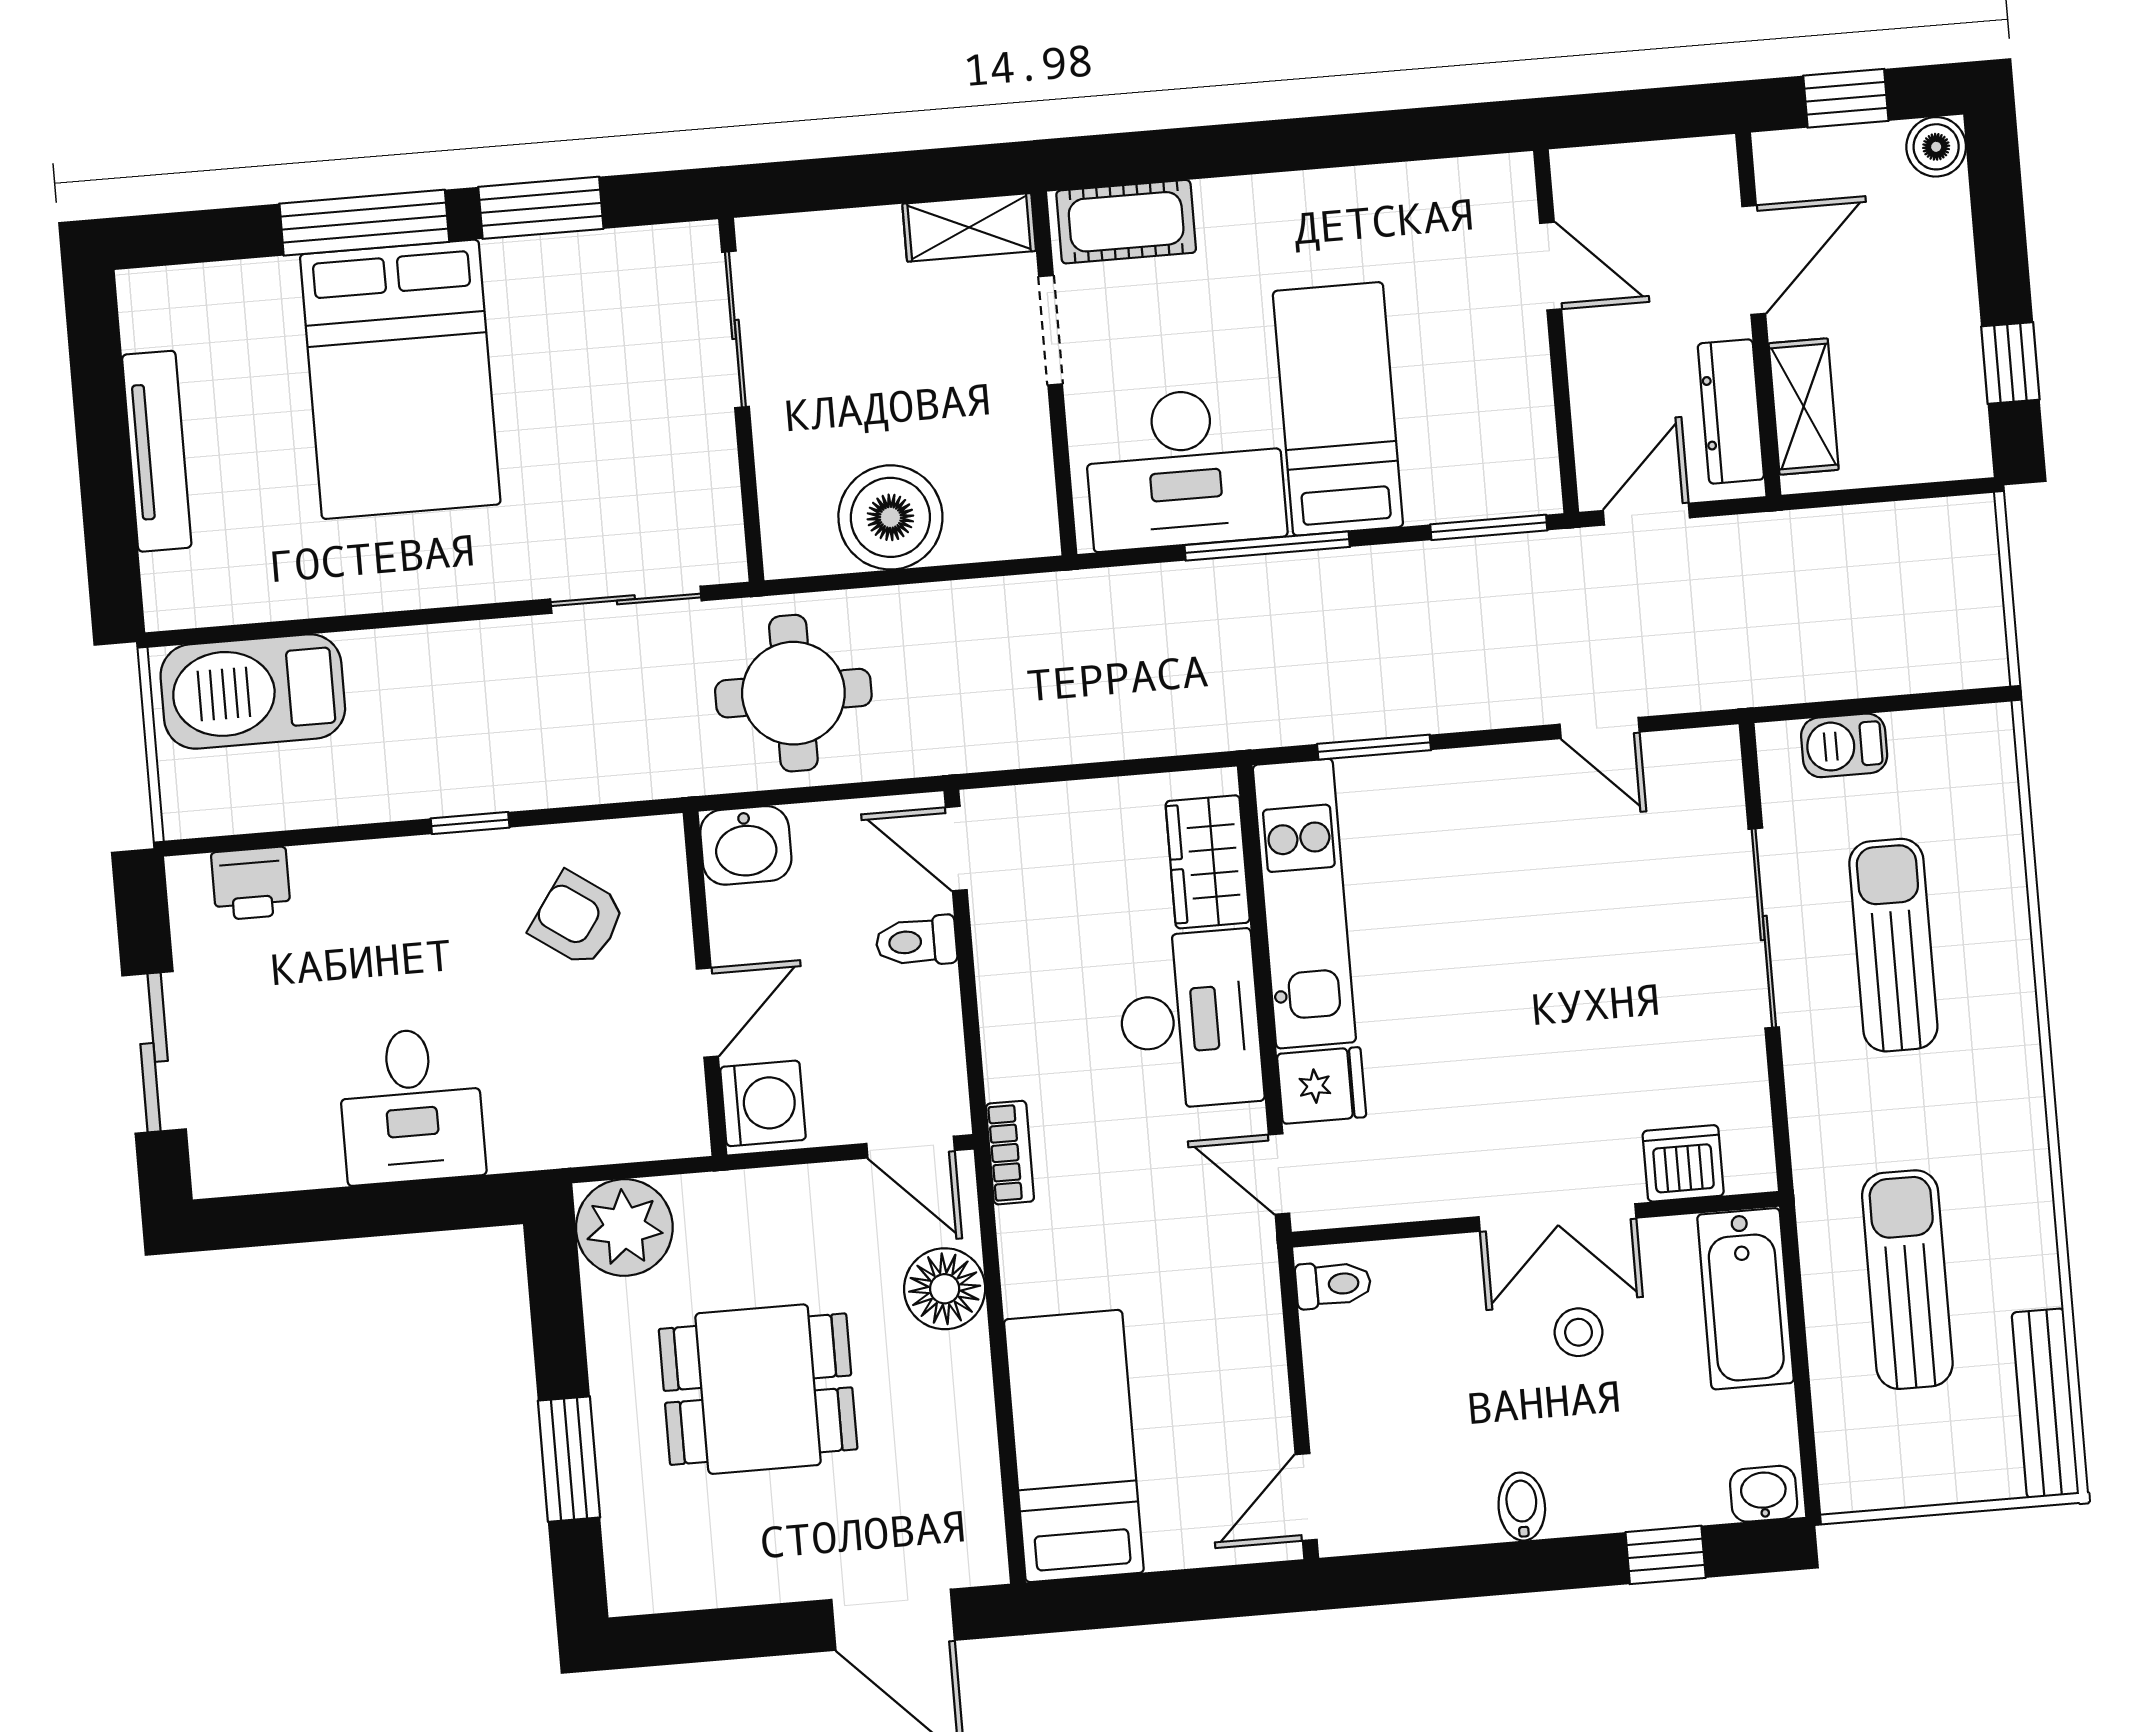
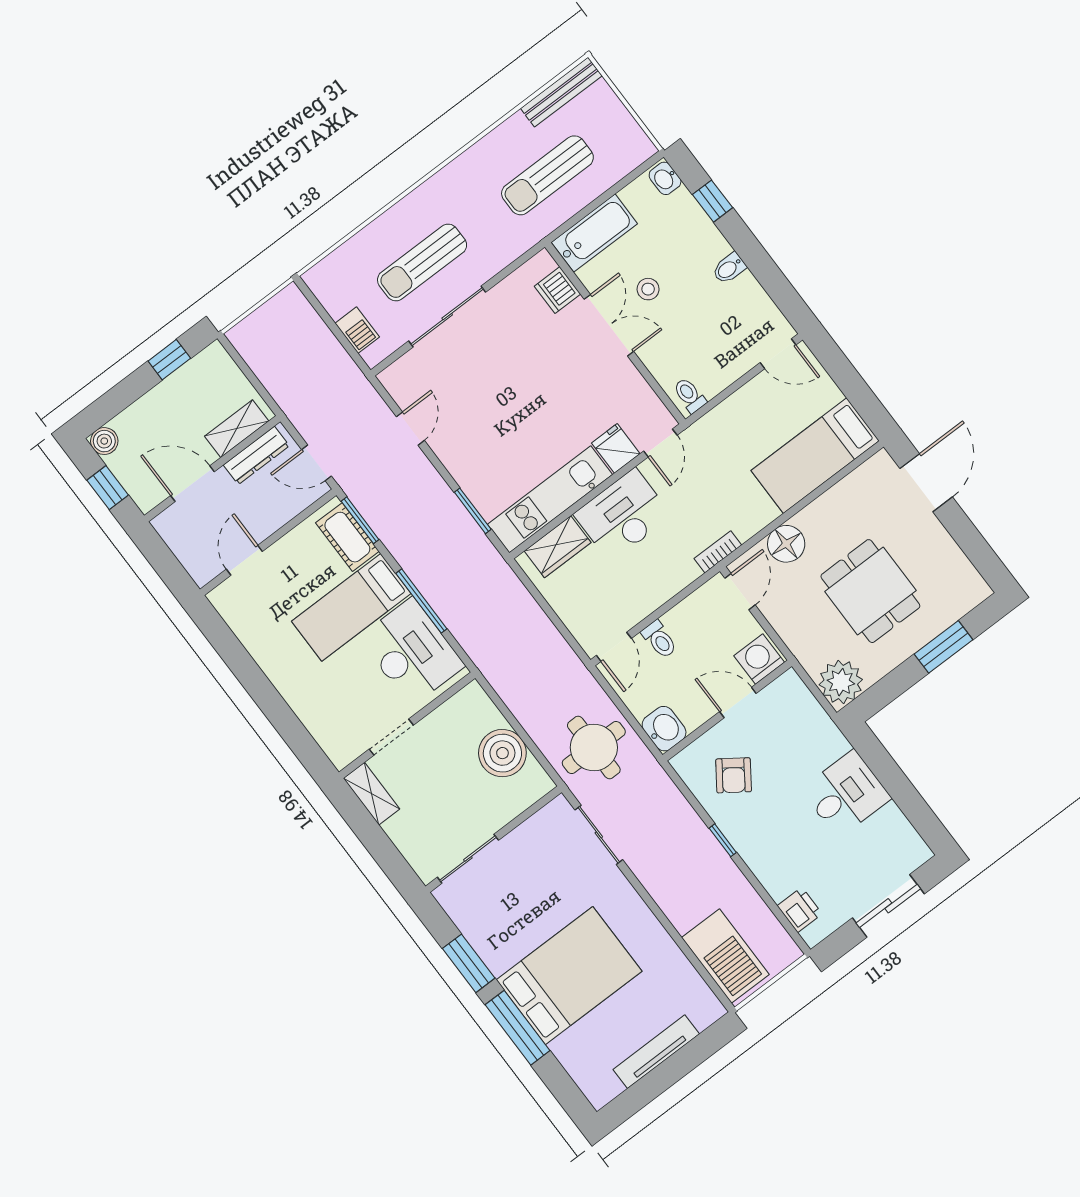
cot: (1126, 222) -> (347, 537), moved

